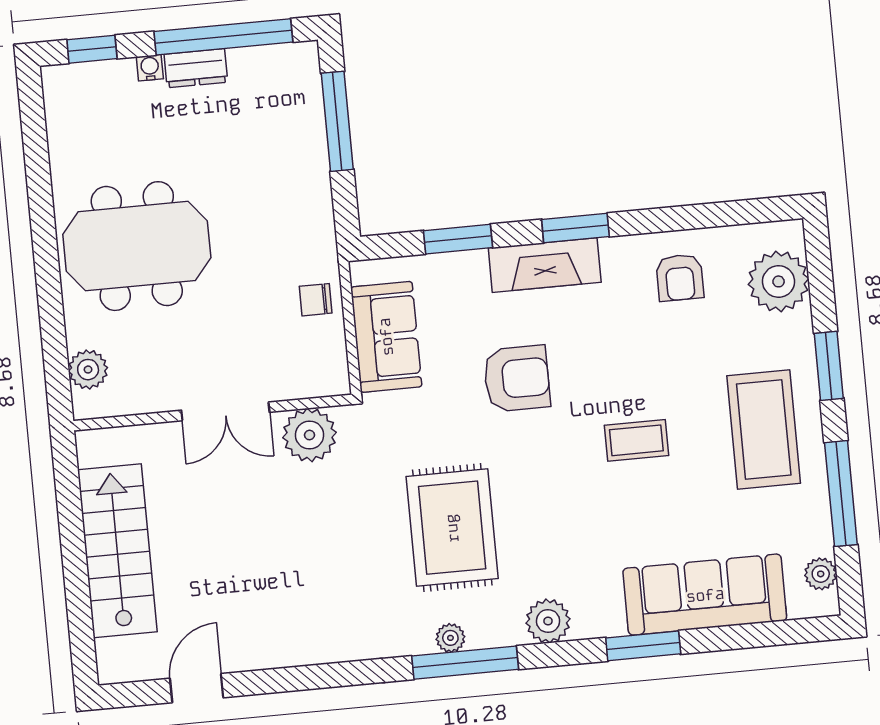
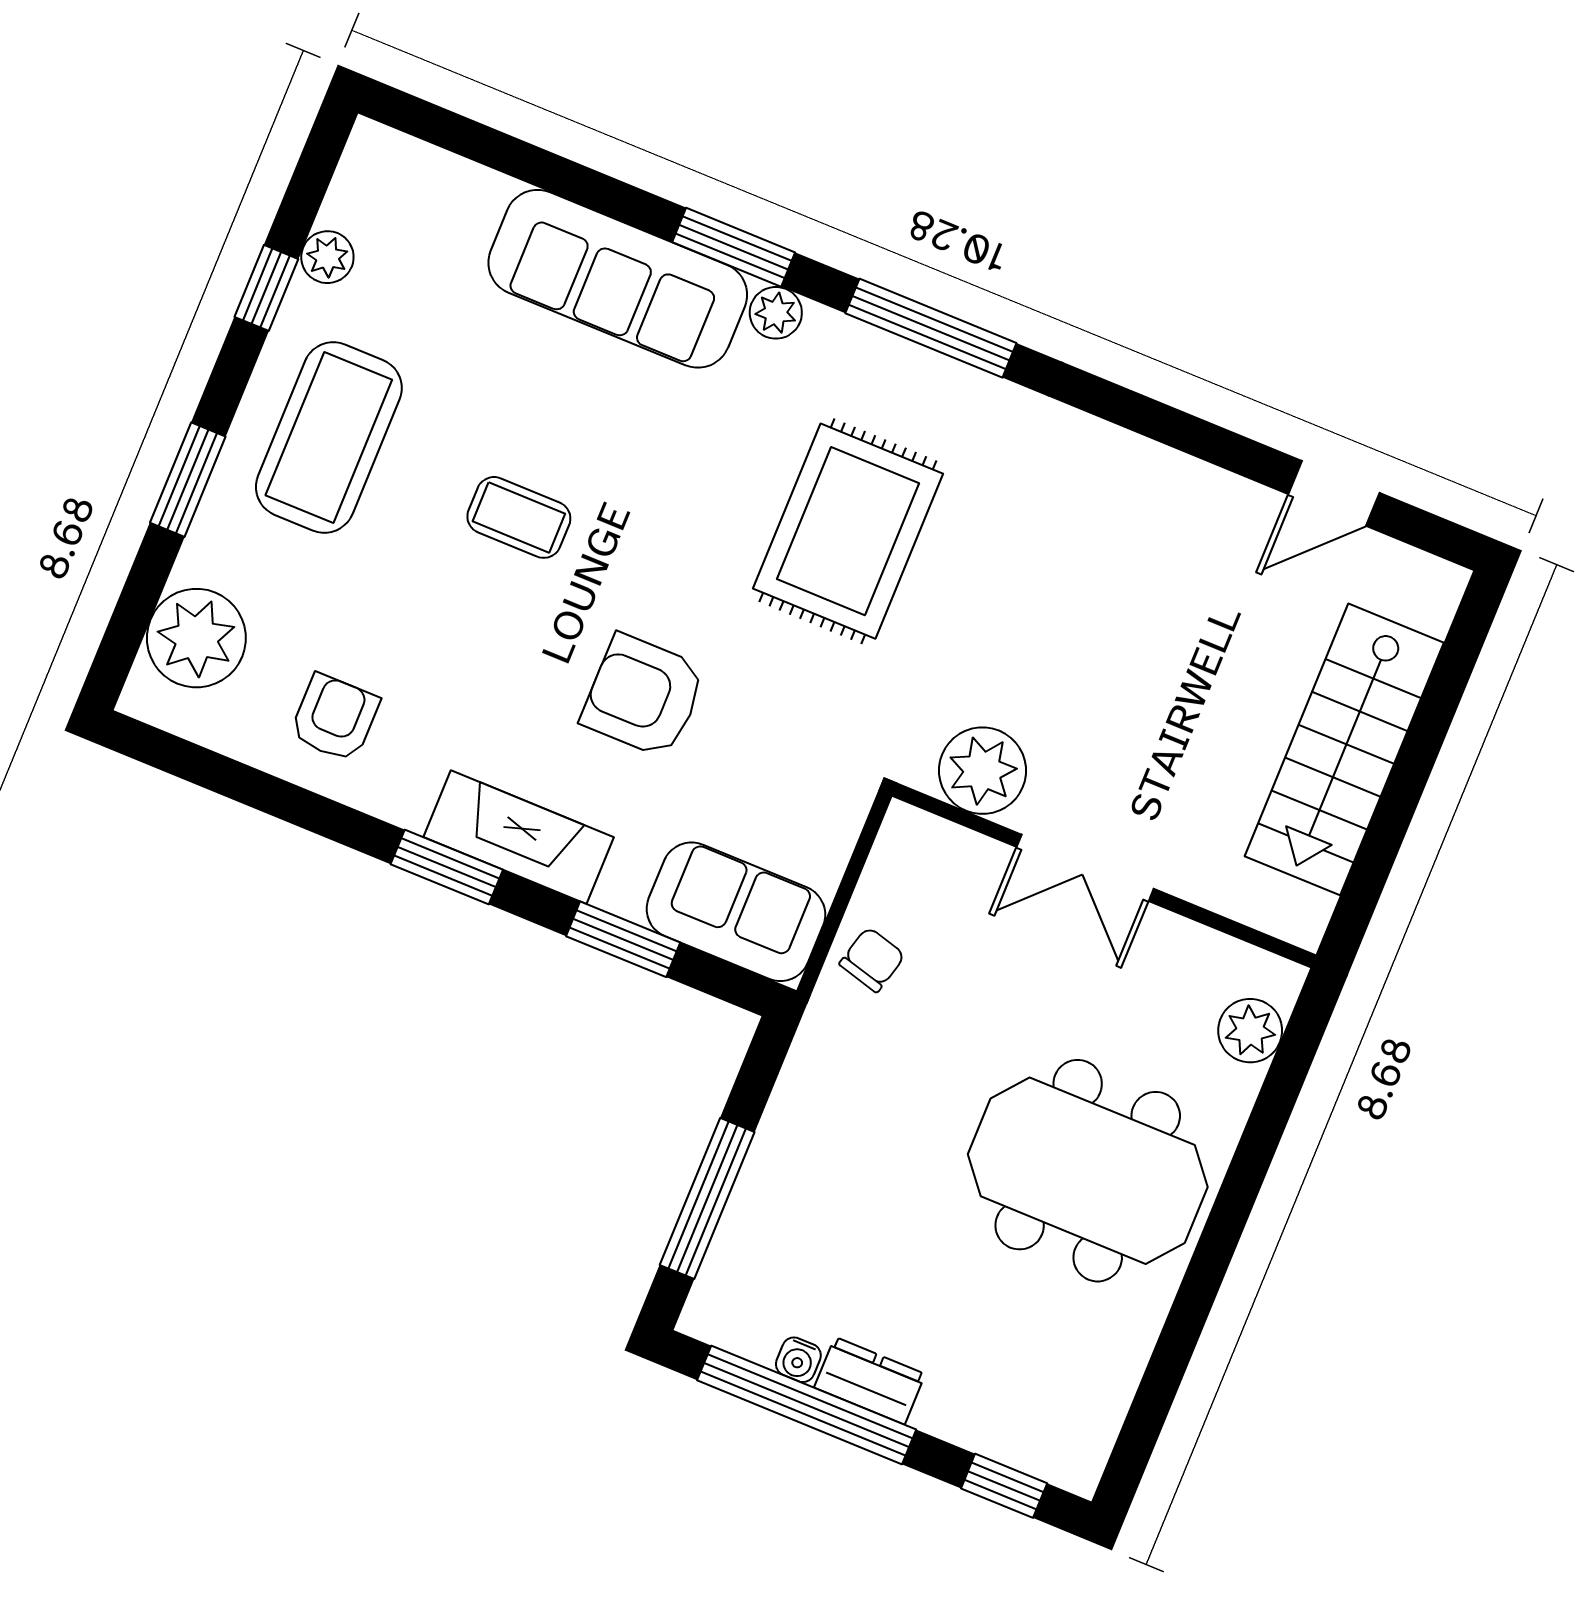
water cooler: (150, 68) -> (798, 1360), moved
chair: (316, 300) -> (872, 960), turned -75
sofa: (386, 337) -> (736, 912), moved, turned 90
double door: (225, 411) -> (1085, 868), swing flipped
window: (841, 494) -> (266, 288), width x0.46
plant: (821, 574) -> (327, 257), moved
sofa: (705, 595) -> (618, 279), moved
plant: (548, 621) -> (776, 313), width x0.73, depth x0.73
plant: (450, 638) -> (933, 375), removed
window: (643, 646) -> (734, 247), moved

